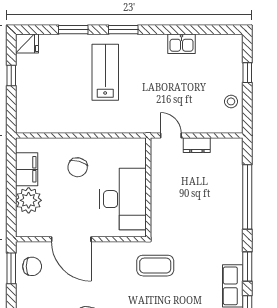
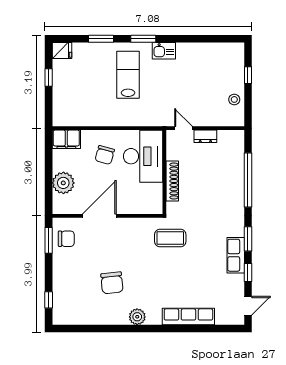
kitchen sink: (182, 44) -> (164, 51), moved
filing cabinet: (27, 169) -> (66, 139), moved, turned 90
shoe rack: (158, 198) -> (172, 181), added
desk: (123, 199) -> (143, 156), moved
door: (71, 239) -> (99, 216), swing flipped

